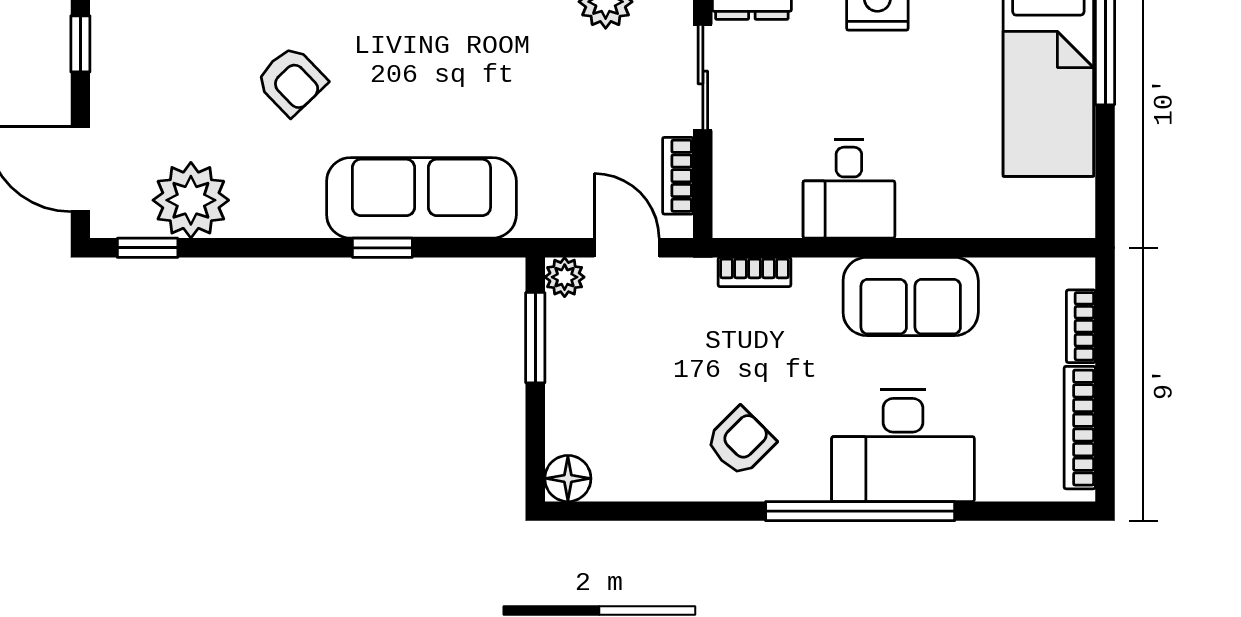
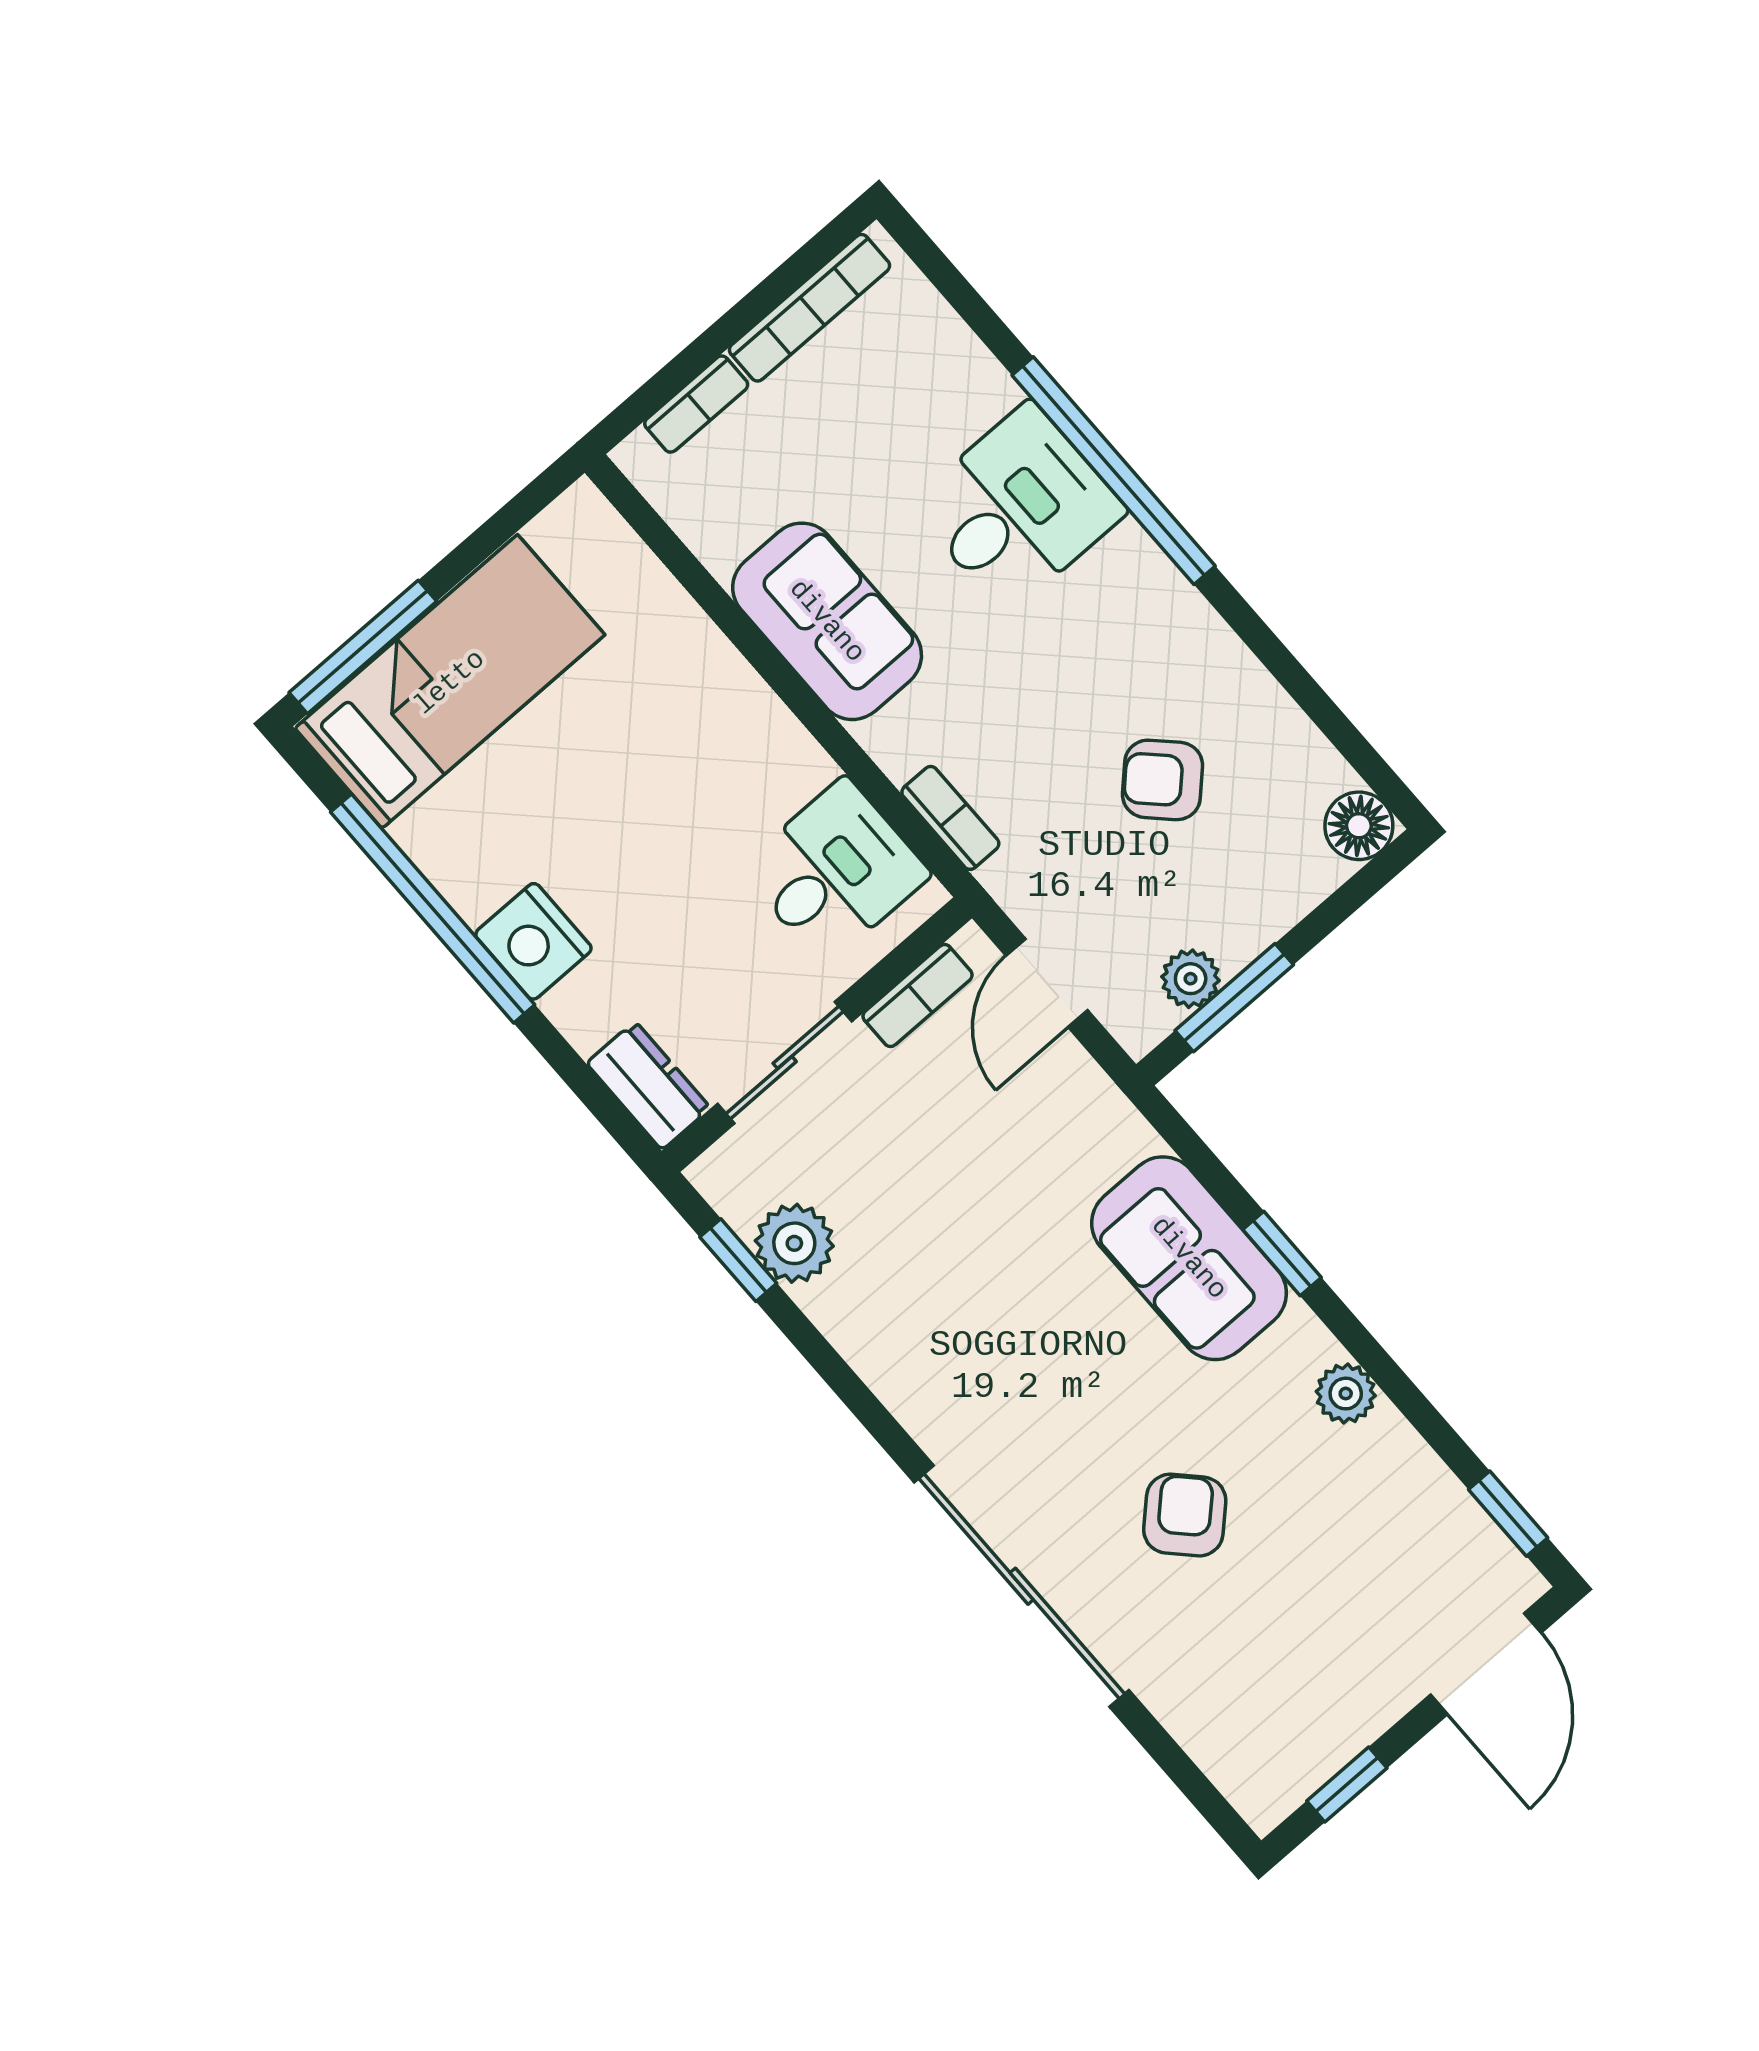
desk: (849, 189) -> (835, 871), moved
sofa: (421, 198) -> (1189, 1258), width x0.73
plant: (191, 200) -> (1346, 1394), moved, width x0.53, depth x0.53
plant: (565, 277) -> (1191, 979), moved
armchair: (740, 442) -> (1162, 780), moved
desk: (903, 446) -> (1018, 508), width x0.73

